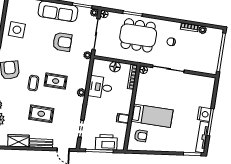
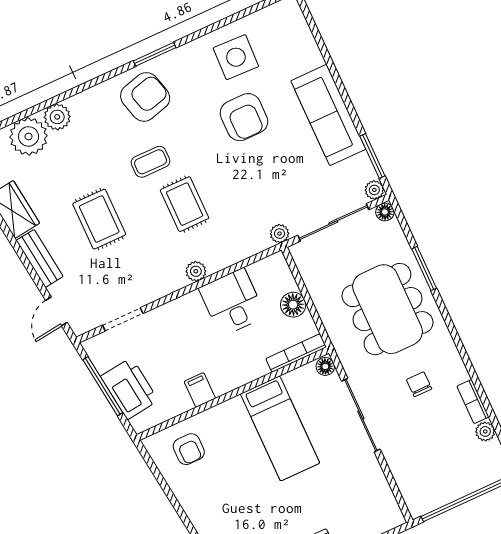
armchair: (62, 42) -> (244, 117), moved
bed: (152, 116) -> (280, 428), moved

